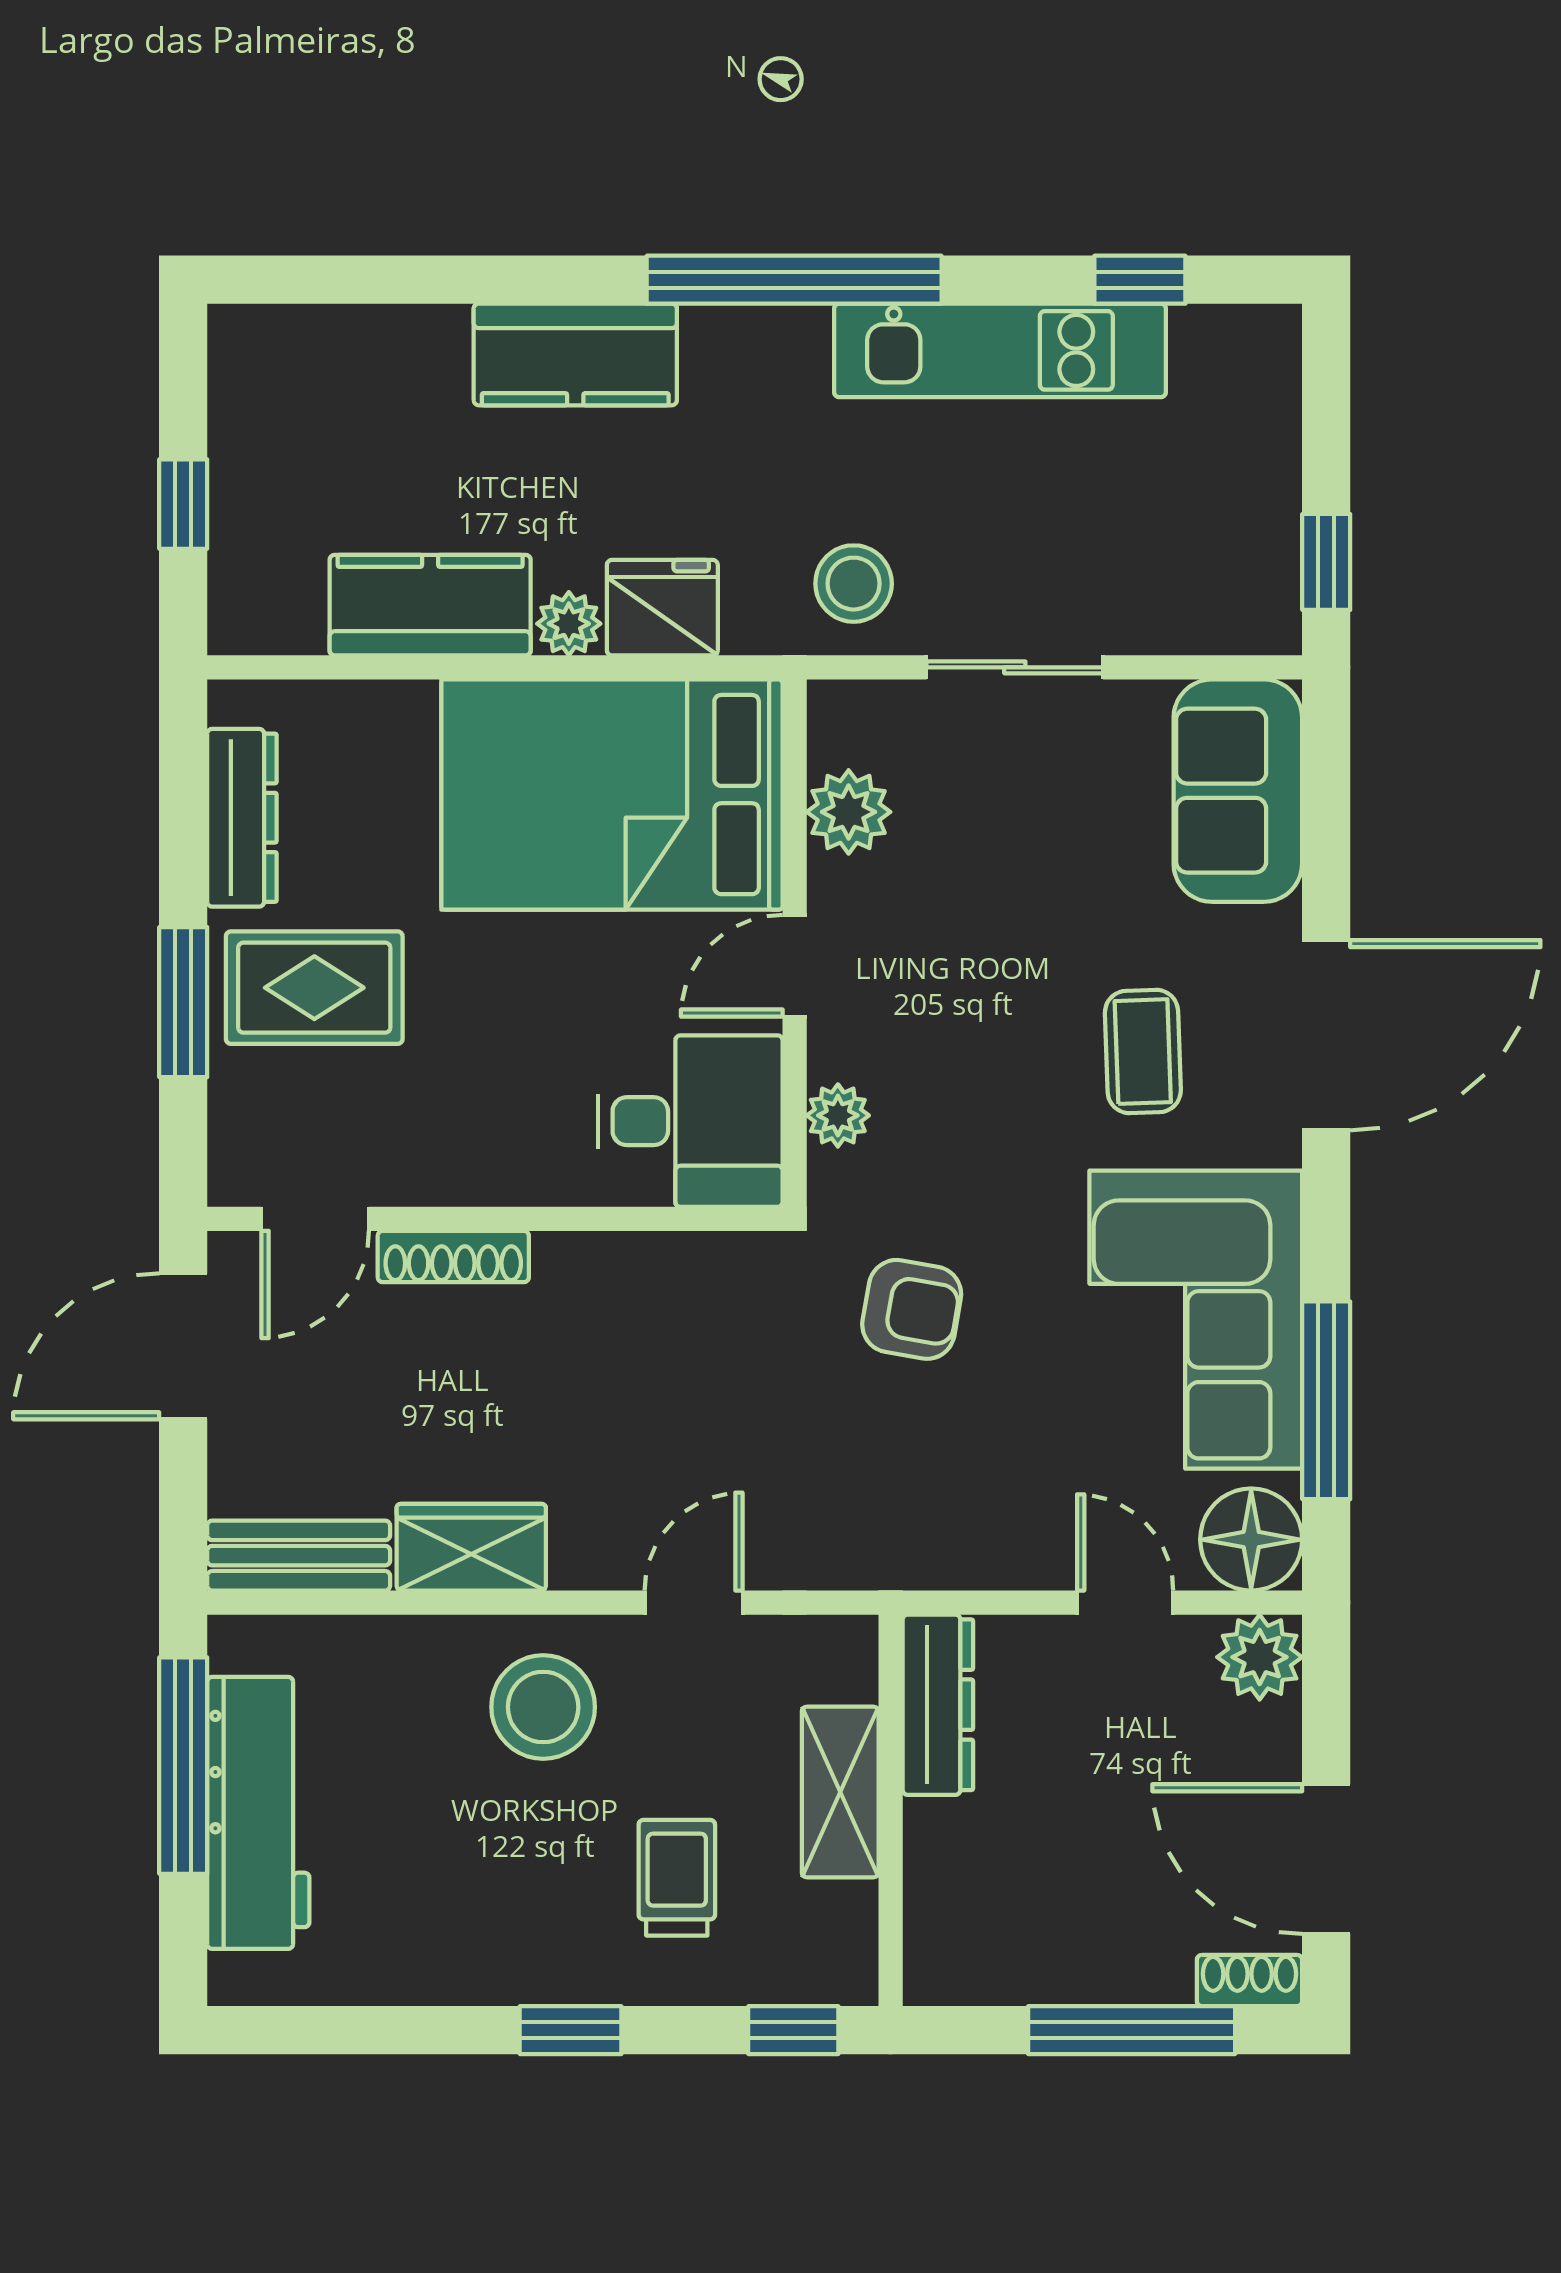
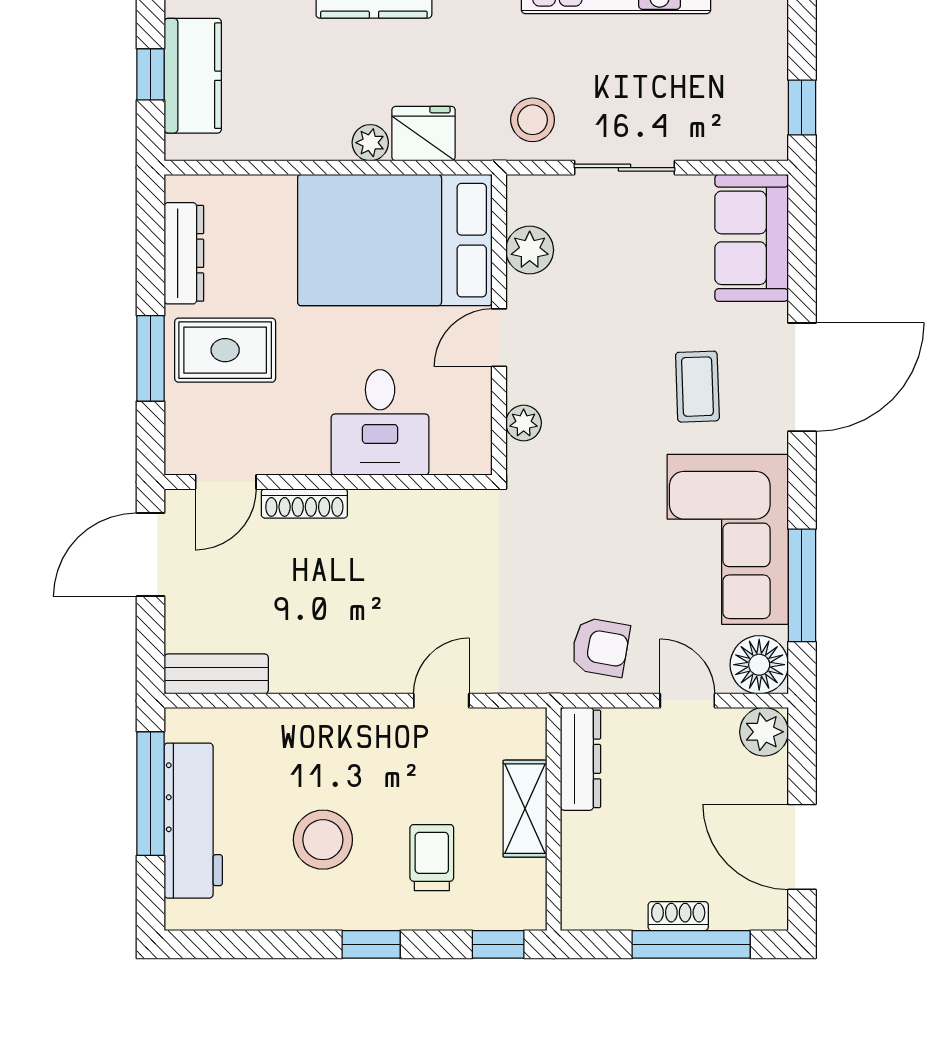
kitchen counter: (430, 605) -> (193, 76), moved, turned 90
desk: (690, 1121) -> (380, 422), moved, turned 90
armchair: (912, 1309) -> (600, 647), moved
wardrobe: (471, 1547) -> (315, 669), removed
stool: (543, 1707) -> (323, 840), moved
shoe rack: (1249, 1981) -> (678, 916), moved

